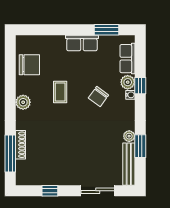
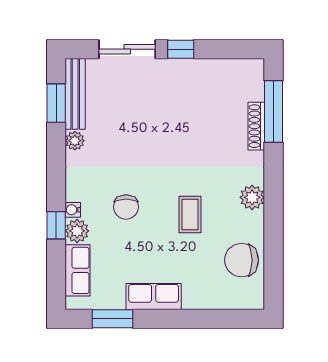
chair: (98, 97) -> (126, 207), turned 144
window: (140, 146) -> (56, 103), moved
window: (50, 191) -> (181, 49), moved

